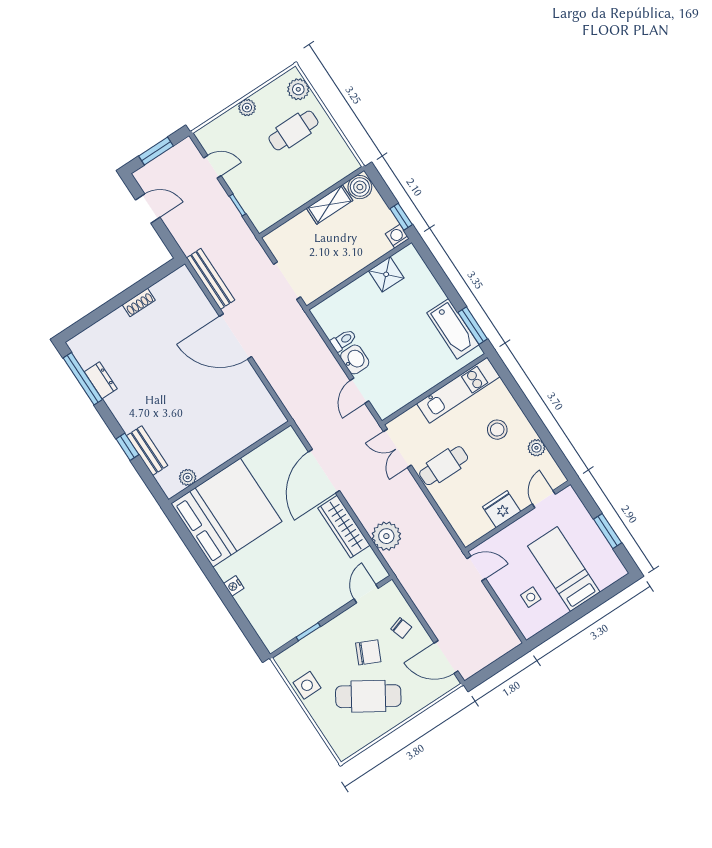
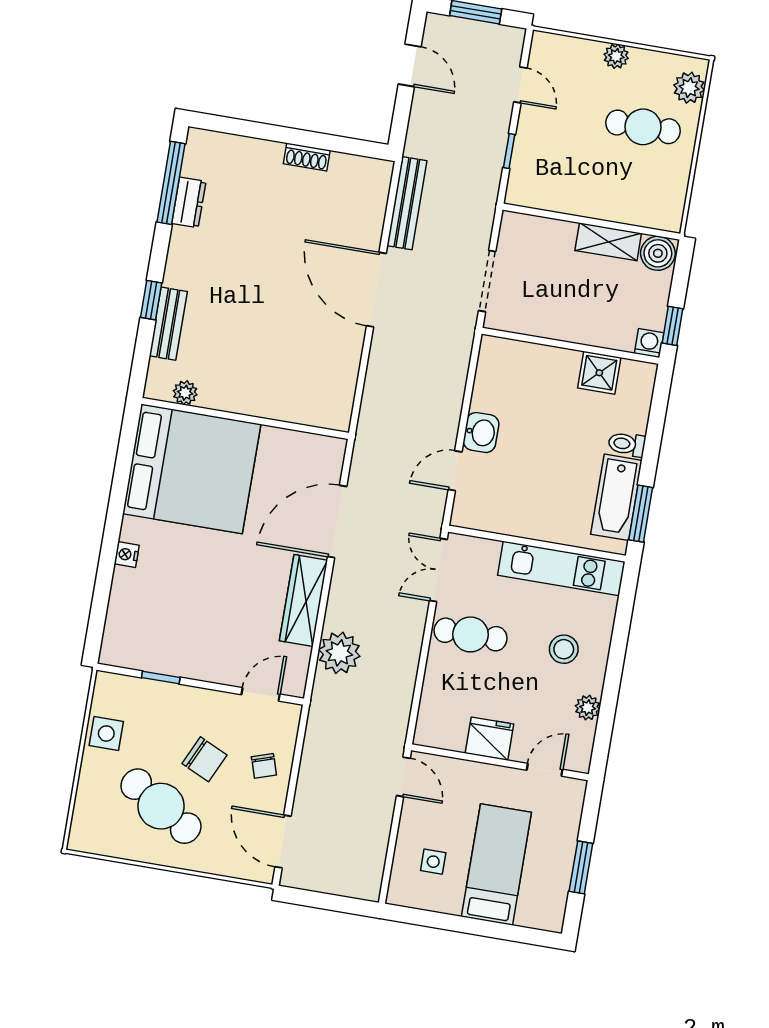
toilet: (343, 340) -> (627, 444), moved, turned 180

